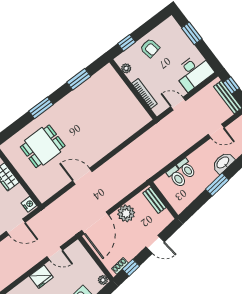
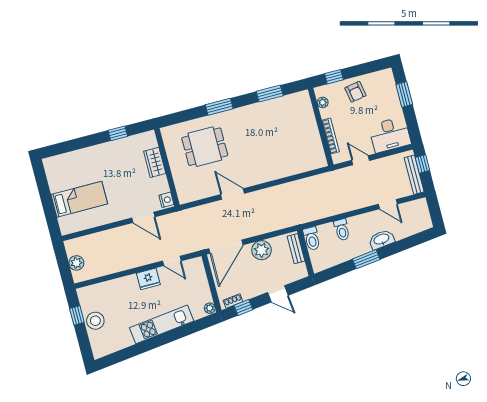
toilet: (177, 177) -> (312, 239), moved

